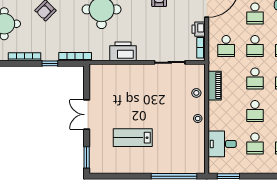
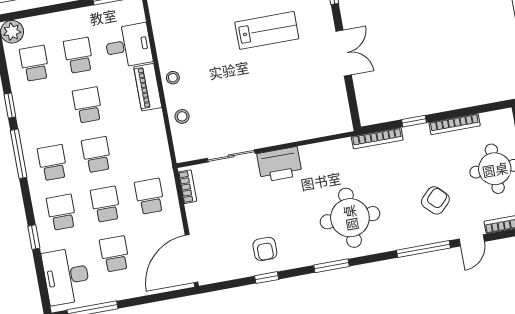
printer: (199, 29) -> (196, 214), removed
printer: (123, 51) -> (279, 164), moved
piano: (215, 86) -> (148, 87), moved

